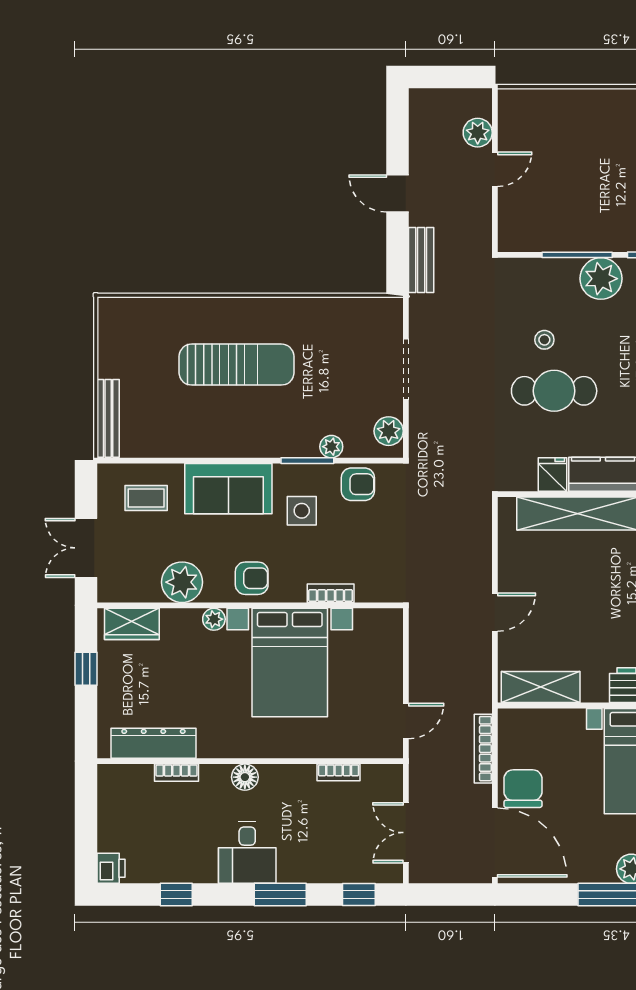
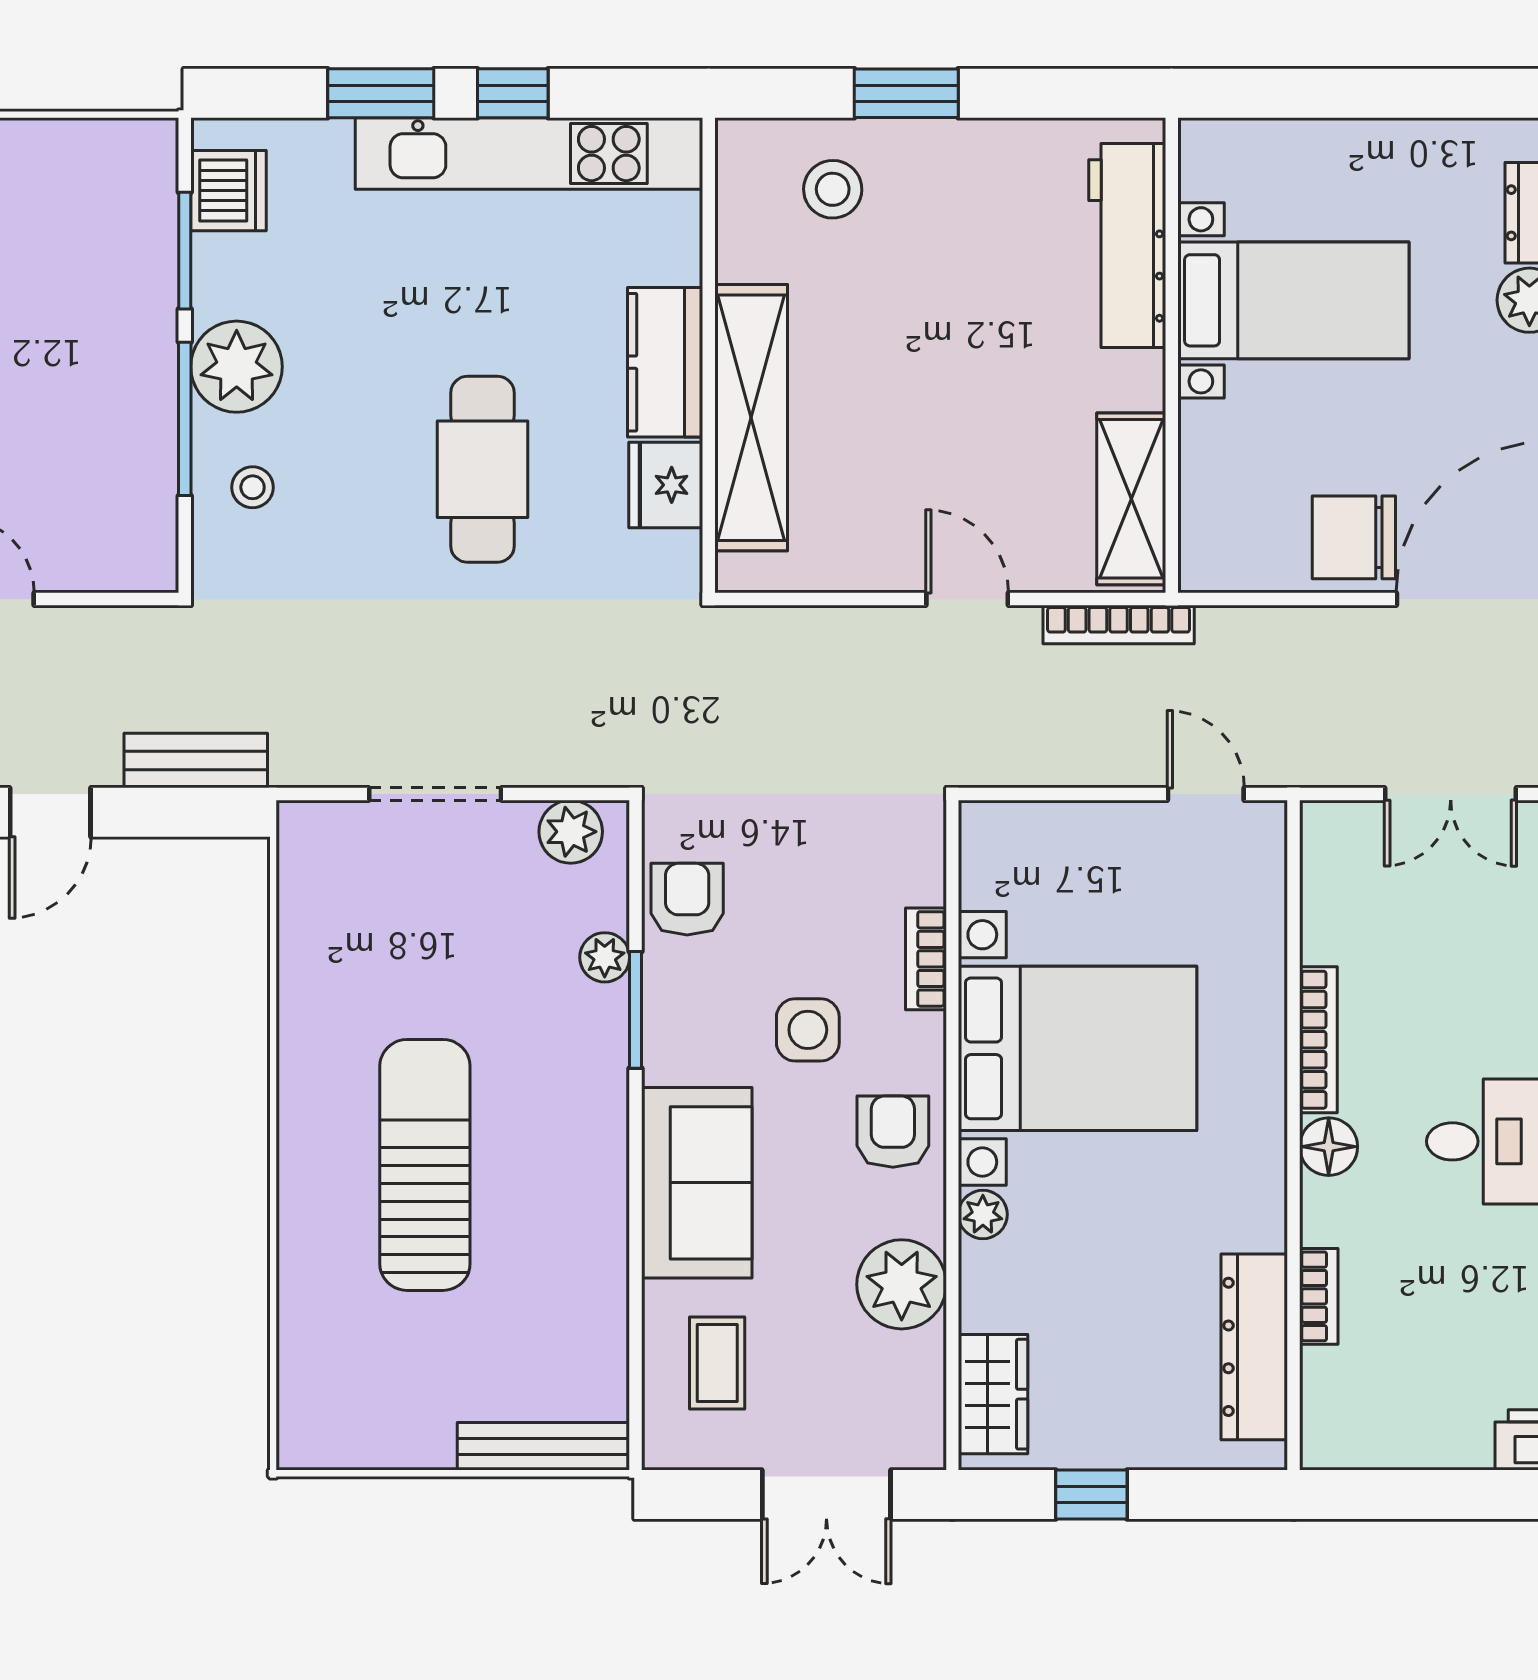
stool: (544, 340) -> (253, 487), moved
fridge: (552, 474) -> (666, 485), width x1.38
side table: (302, 511) -> (808, 1030), moved
bookcase: (483, 749) -> (1119, 624), moved
bookcase: (339, 772) -> (1318, 1040), moved, width x1.56

